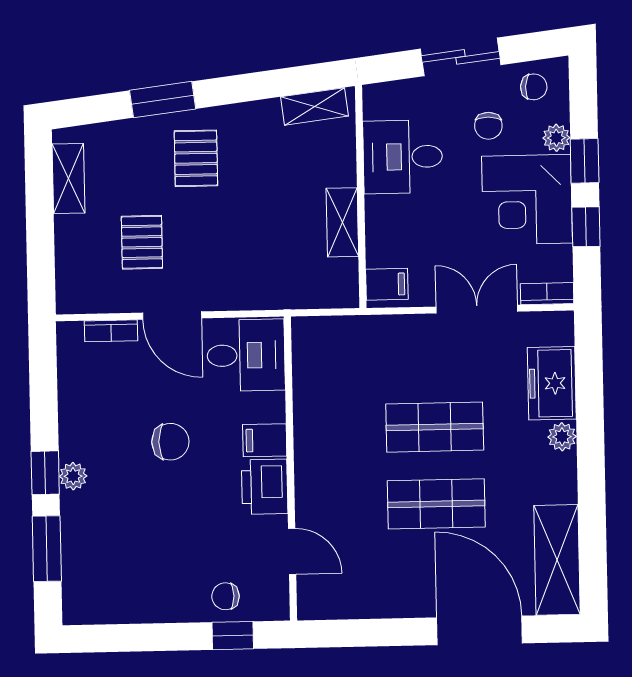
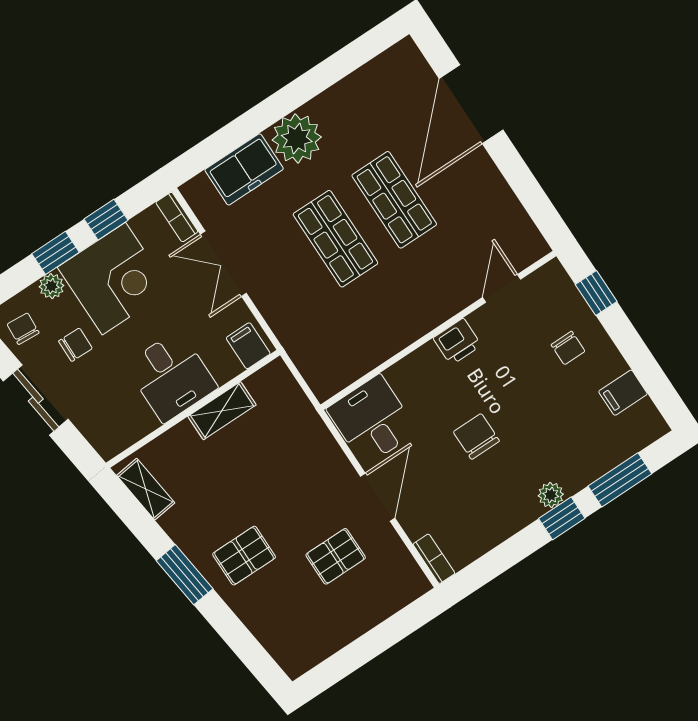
window: (163, 100) -> (185, 575), moved
desk: (403, 157) -> (171, 376), moved
shelving: (69, 178) -> (322, 644), removed
bookcase: (111, 331) -> (434, 559), moved
plant: (562, 437) -> (297, 138), width x1.87, depth x1.87
filing cabinet: (265, 440) -> (623, 393), moved, turned 90
printer: (265, 487) -> (457, 342), width x0.73, depth x0.81
shelving: (557, 560) -> (378, 79), removed
chair: (225, 596) -> (568, 348), moved

